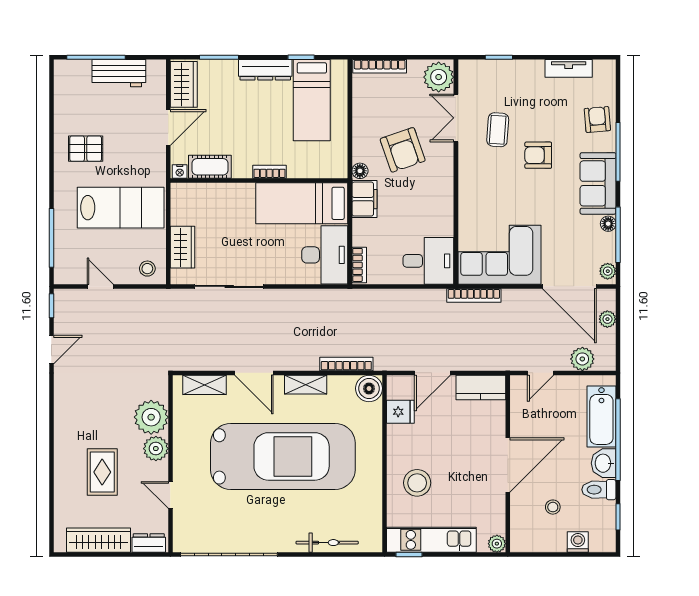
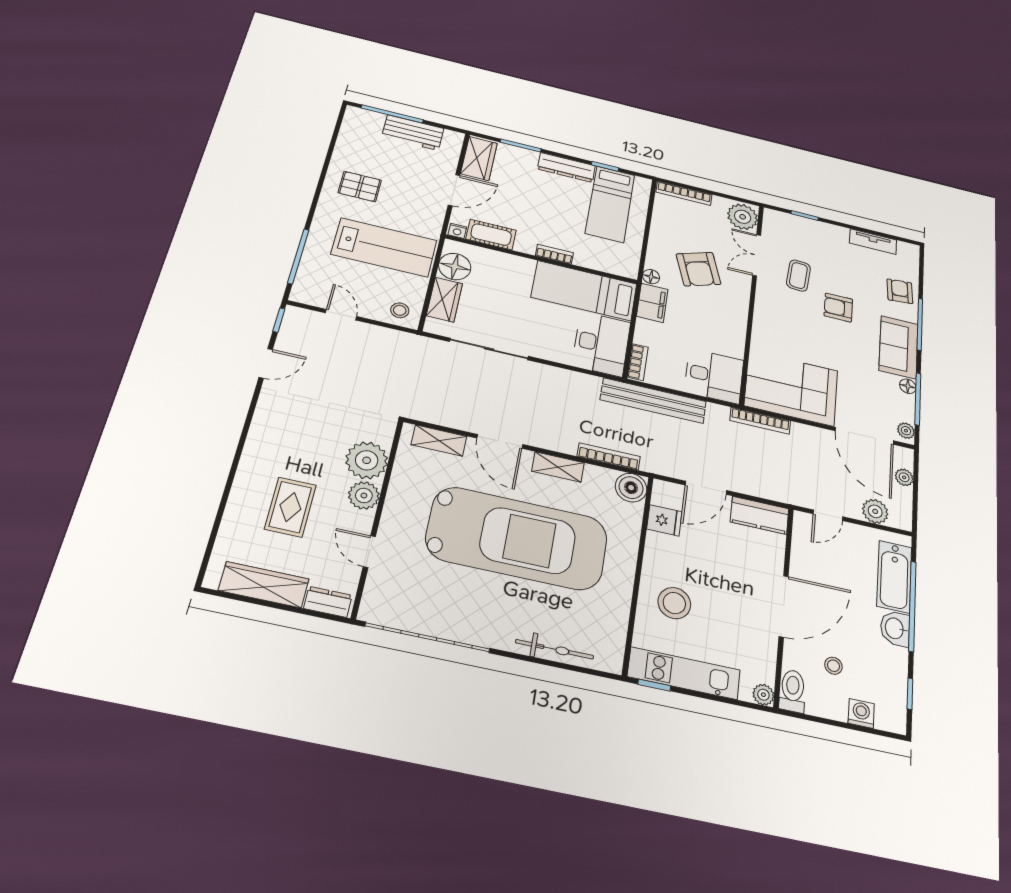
floor lamp: (185, 210) -> (455, 267), added
bench: (378, 300) -> (653, 401), added
toilet: (599, 490) -> (792, 691), moved, turned 90

